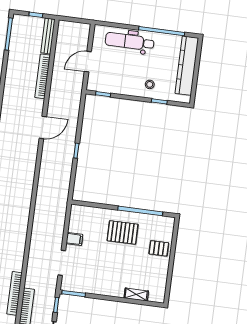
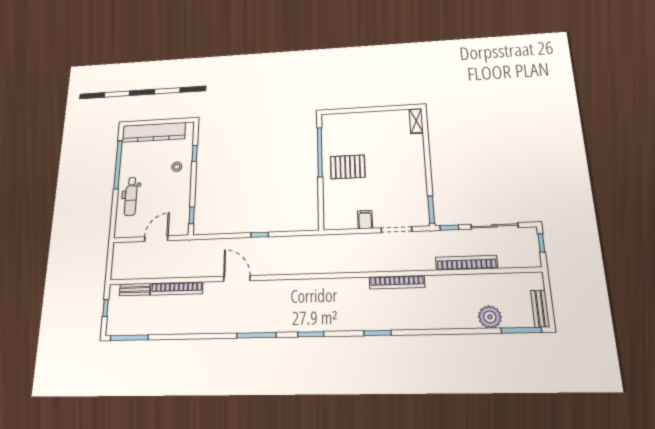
bench: (48, 36) -> (135, 290), width x0.73
dental chair: (130, 41) -> (131, 196), width x0.73, depth x0.72
door: (88, 62) -> (156, 239), swing flipped
pallet: (123, 232) -> (348, 167), turned 90
pallet: (159, 248) -> (359, 125), removed
bookcase: (14, 293) -> (397, 282), moved
shelving: (136, 295) -> (416, 121), moved

